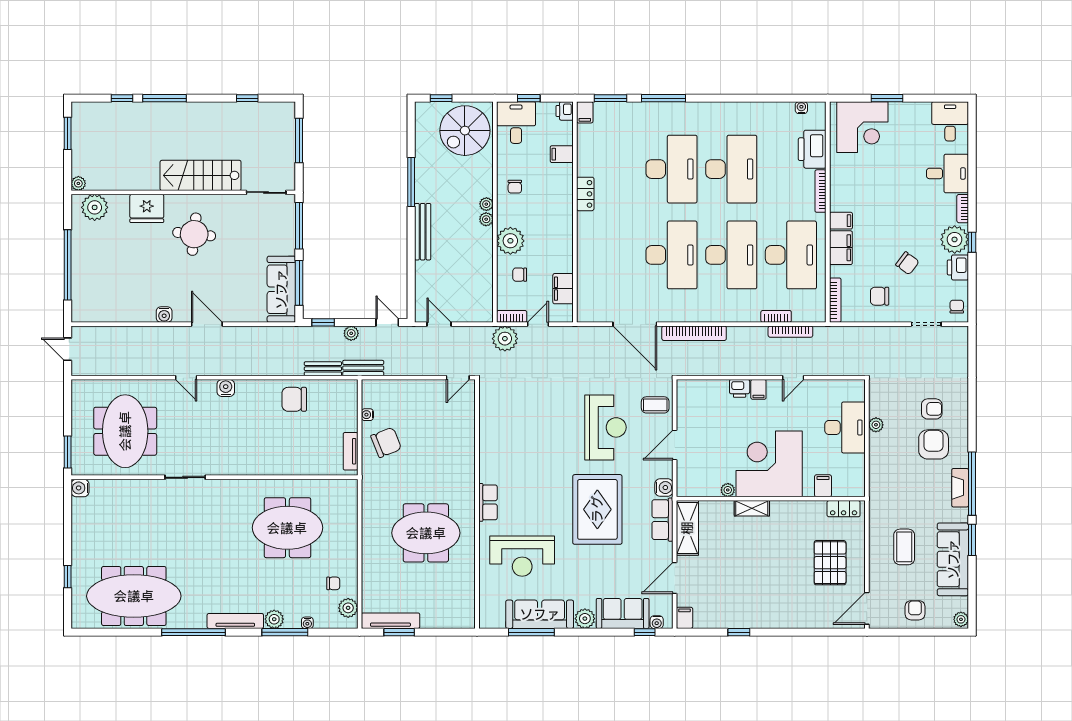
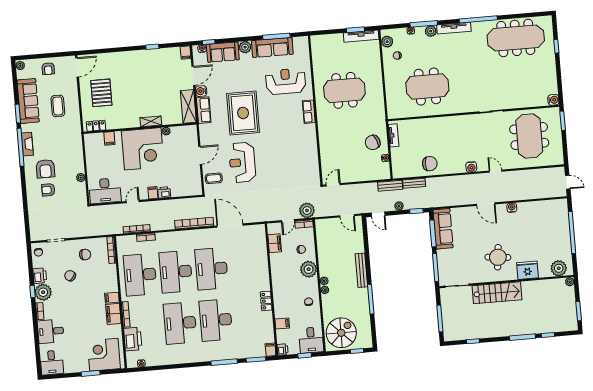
filing cabinet: (841, 248) -> (113, 314), moved
desk: (845, 427) -> (105, 191), moved, turned -90
water cooler: (664, 488) -> (201, 91), moved

